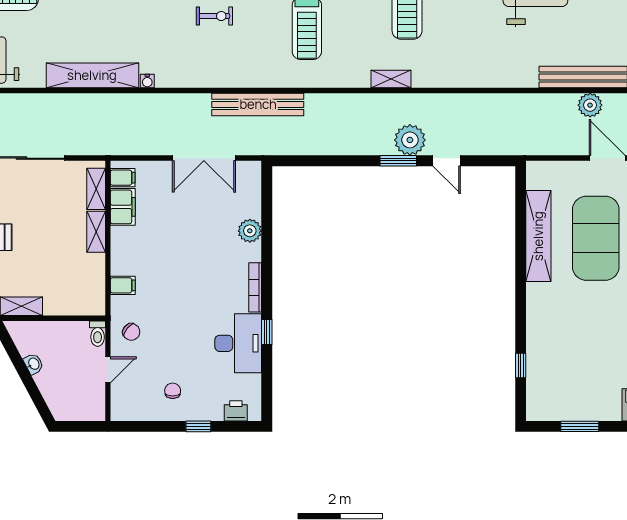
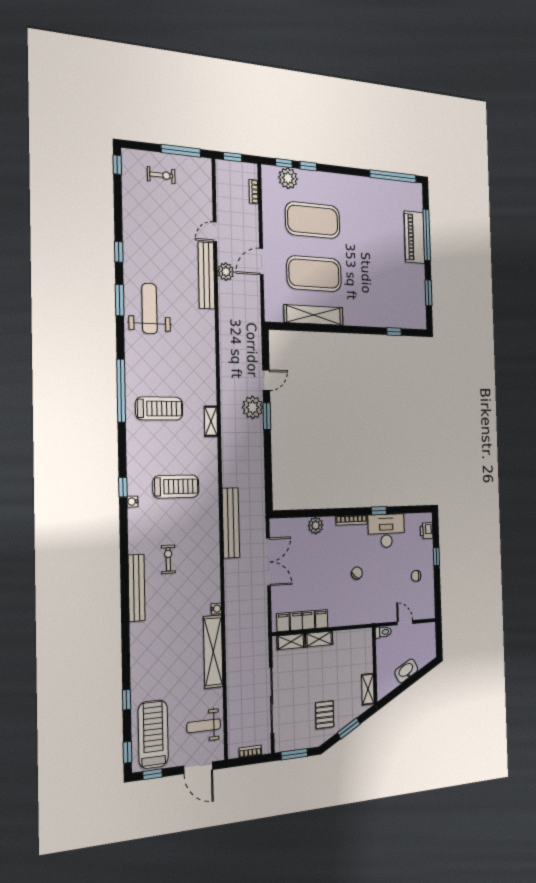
filing cabinet: (123, 285) -> (322, 619), moved
chair: (131, 332) -> (357, 573), moved
washbasin: (34, 364) -> (406, 671), width x1.91, depth x1.45

